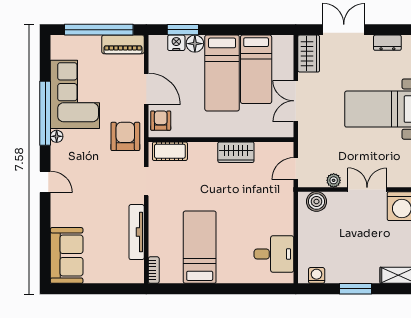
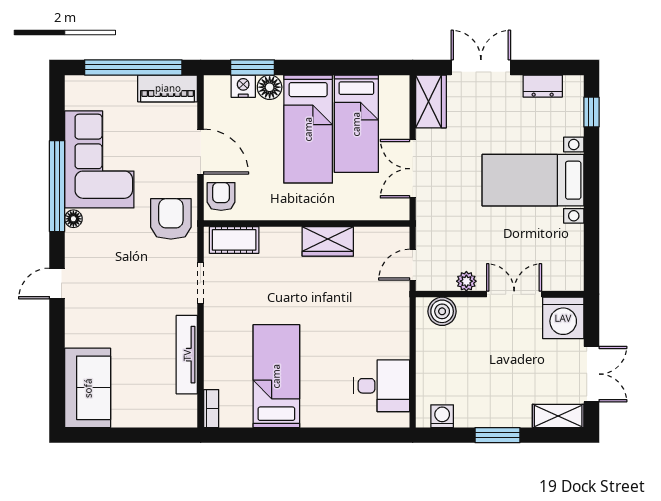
door: (45, 182) -> (57, 283), swing flipped

